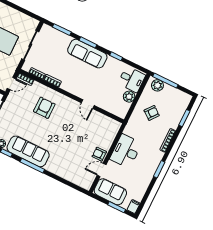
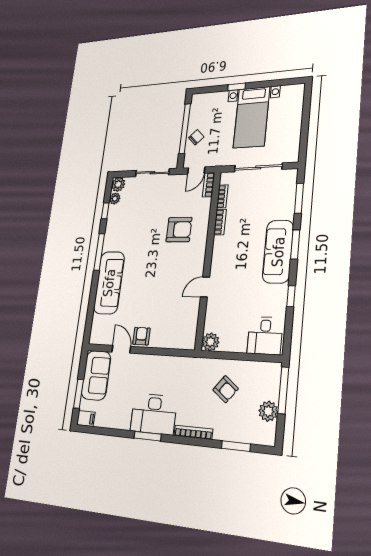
door: (11, 84) -> (196, 170), hinge flipped
plant: (157, 85) -> (268, 411), moved
plant: (129, 97) -> (211, 342), moved
sofa: (28, 151) -> (109, 283), moved
desk: (126, 151) -> (154, 414), moved, turned 180

